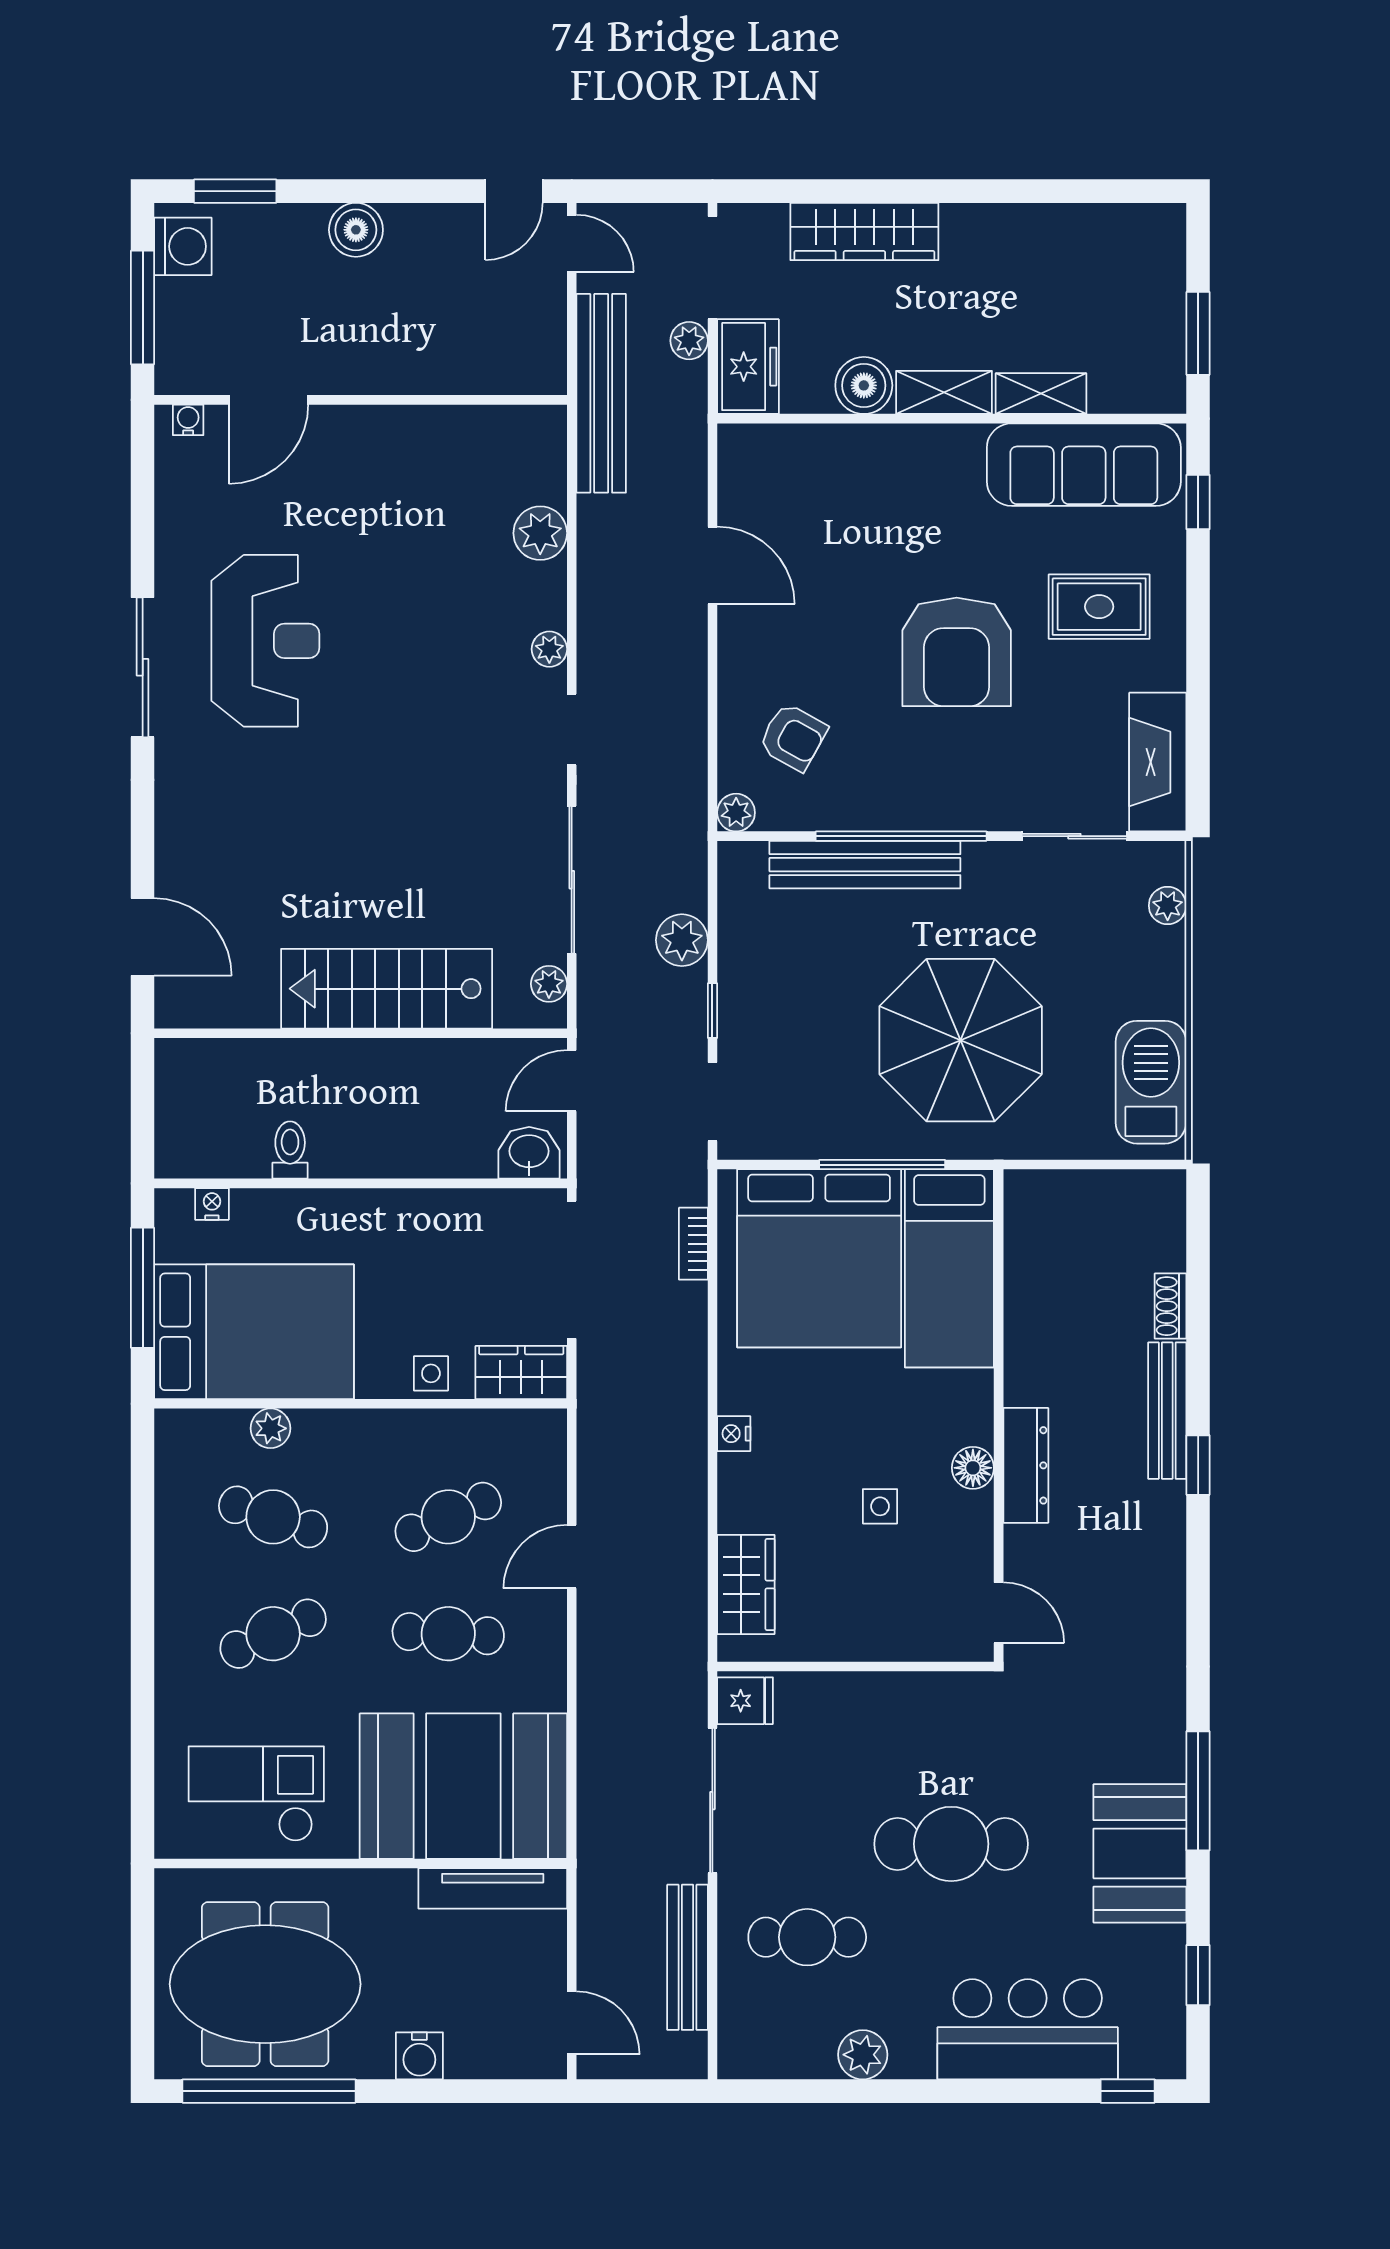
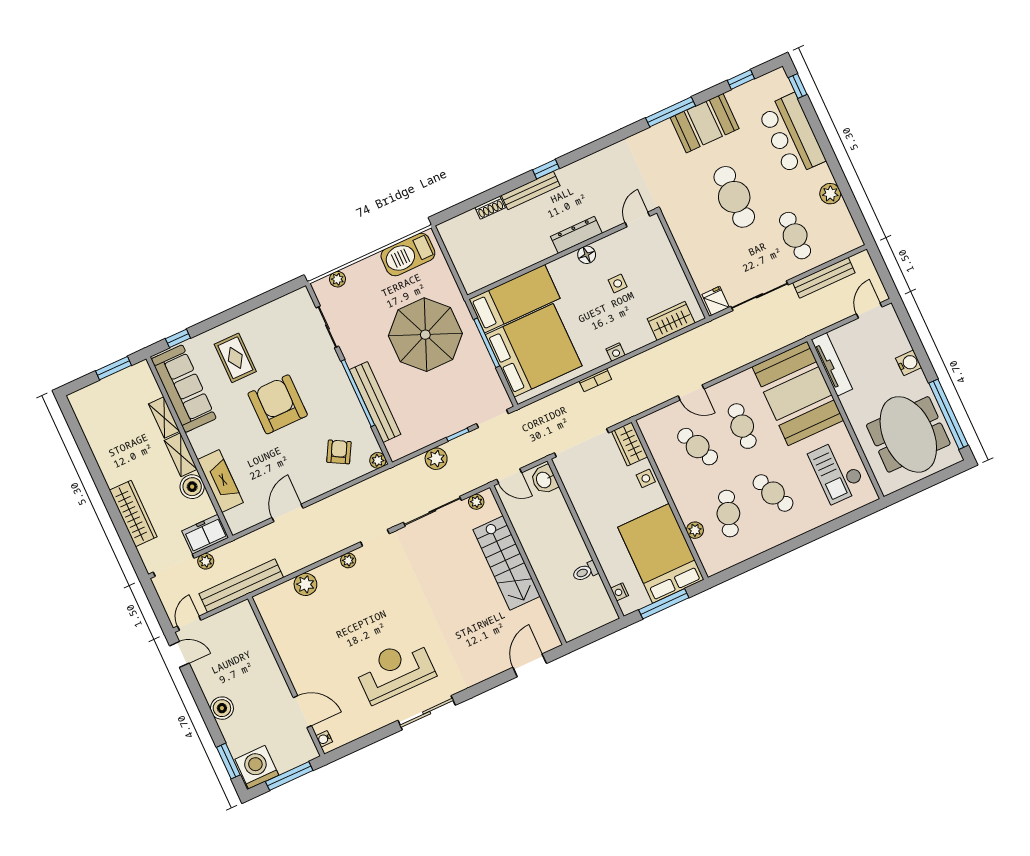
washing machine: (183, 246) -> (257, 767), width x1.37, depth x1.37
armchair: (957, 652) -> (278, 404), turned -90
fireplace: (1158, 762) -> (220, 481), moved, turned -90
bookcase: (693, 1244) -> (595, 380), moved

